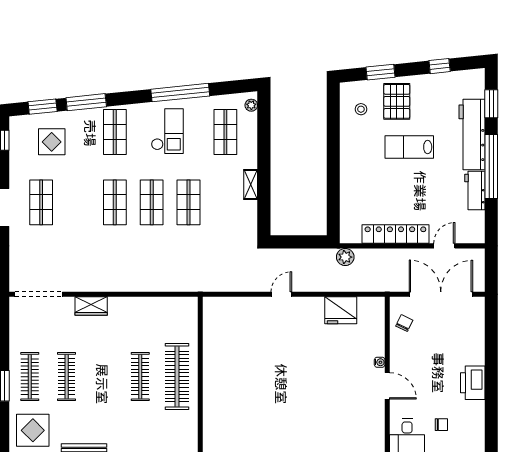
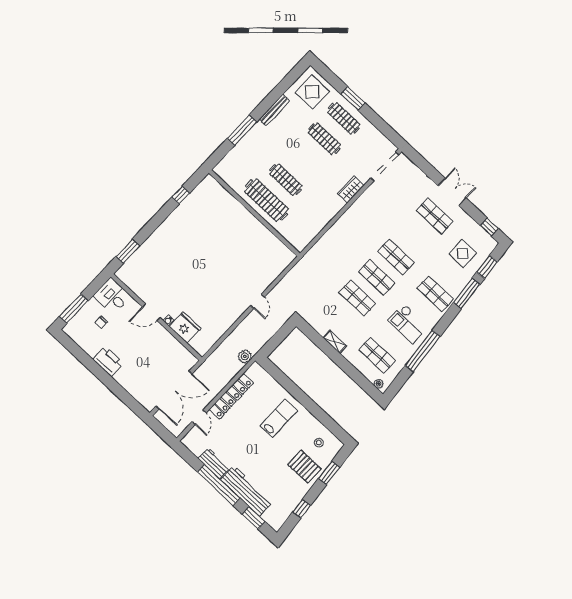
lab bench: (409, 147) -> (279, 418), moved
fridge: (341, 310) -> (185, 327), moved, turned 90
chair: (404, 323) -> (177, 355), removed

